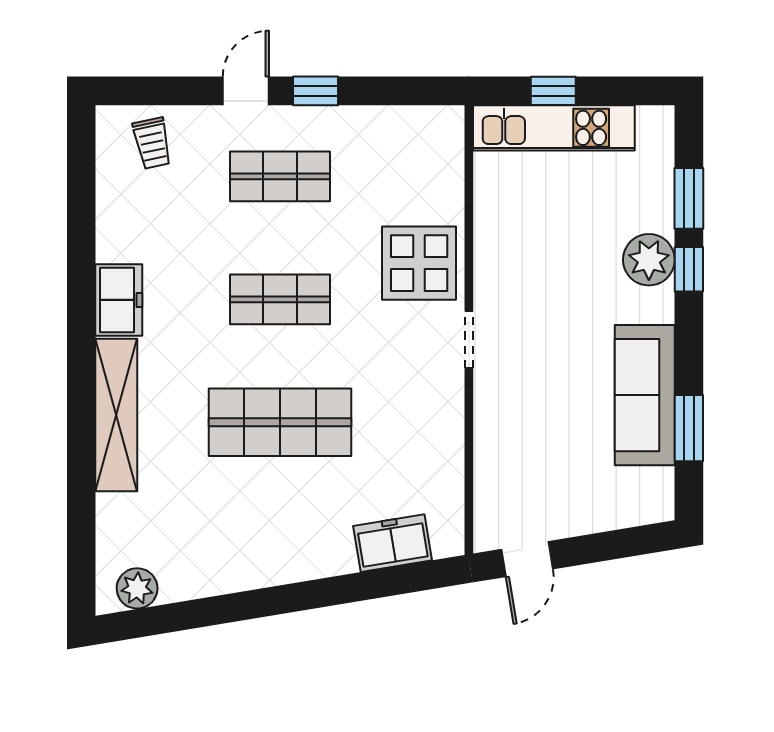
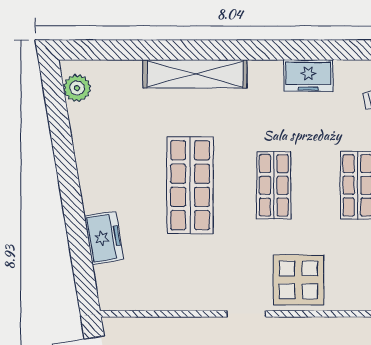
freezer: (119, 300) -> (308, 76), moved
freezer: (393, 543) -> (104, 238), moved

